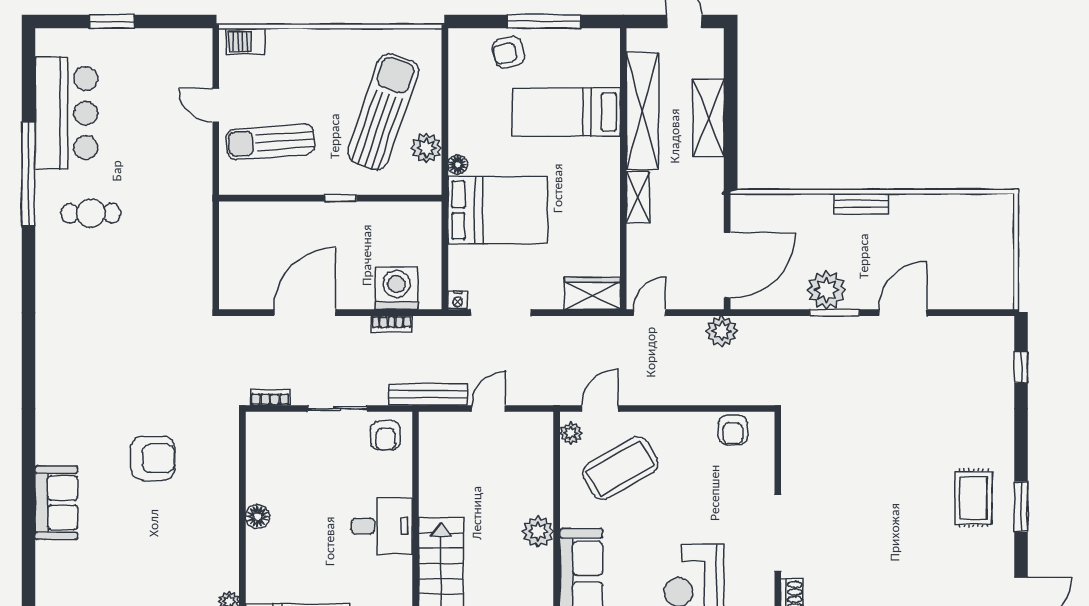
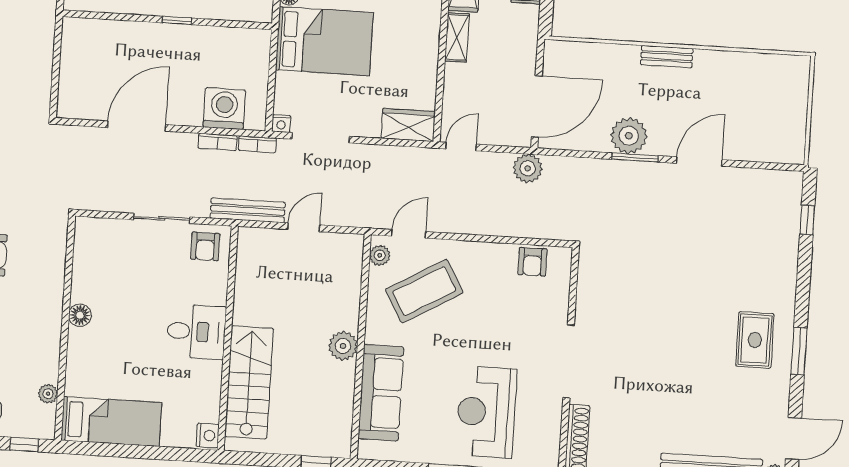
bookcase: (270, 397) -> (257, 144), moved, turned 180

